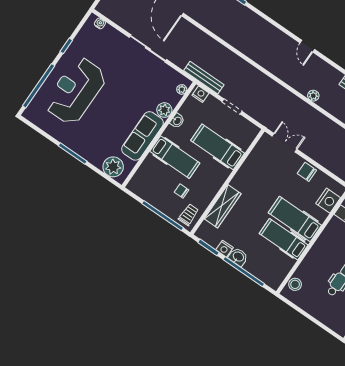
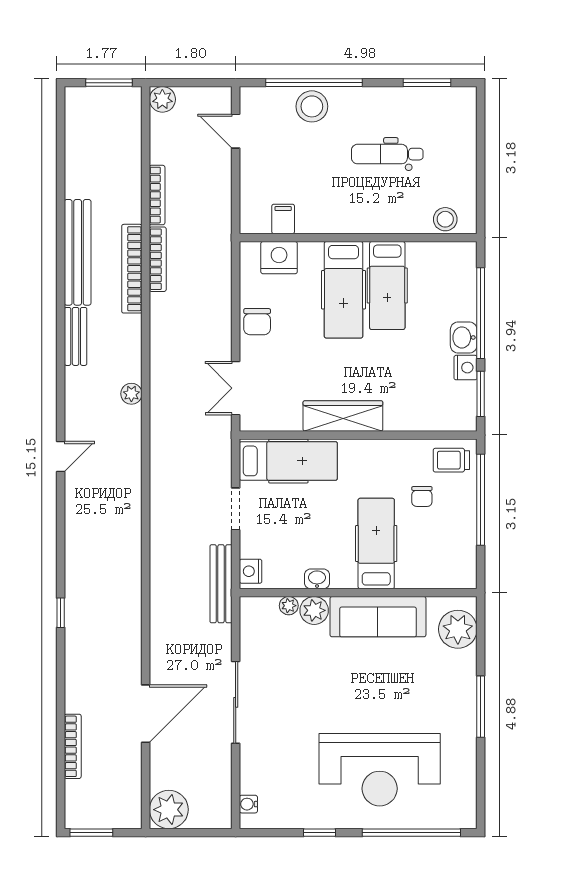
plant: (182, 89) -> (289, 606), moved
hospital bed: (218, 147) -> (288, 461), moved, turned -90
wardrobe: (223, 206) -> (343, 416), moved

